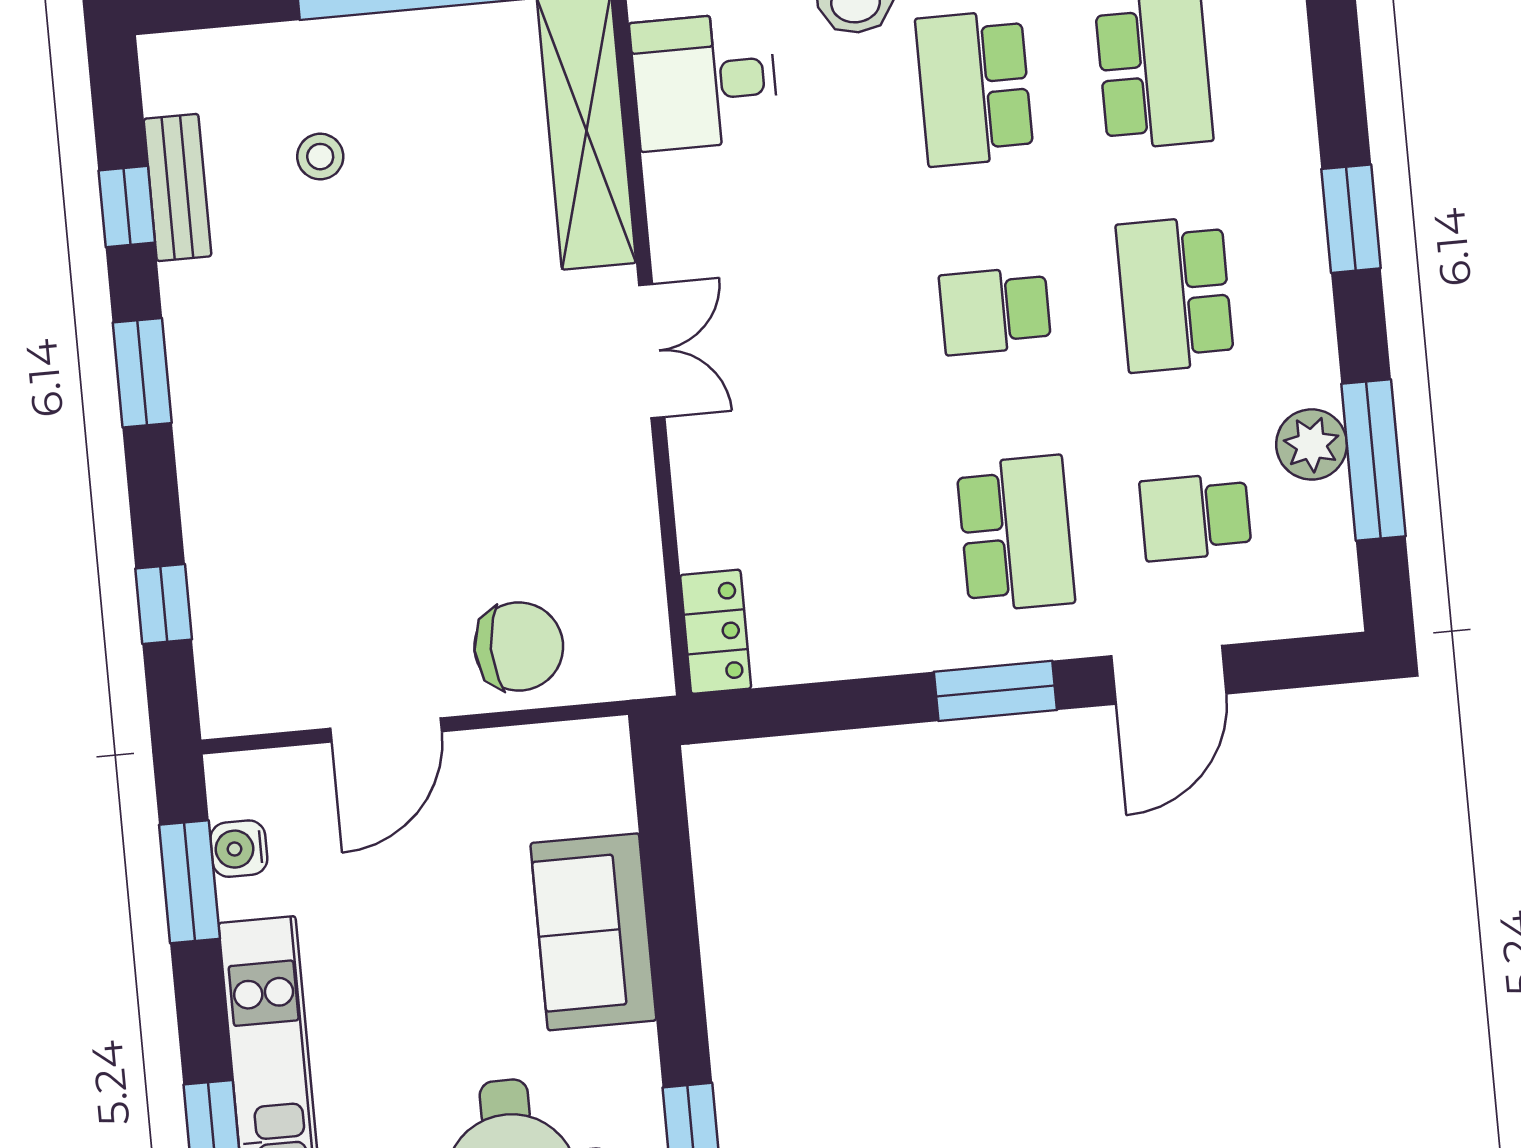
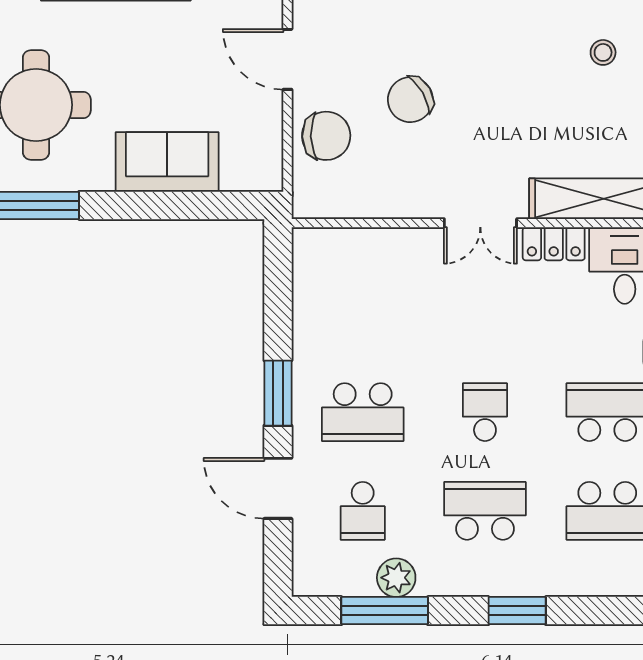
chair: (439, 500) -> (410, 100), added
school desk: (1195, 517) -> (363, 511), turned 180
locker: (716, 632) -> (554, 244), moved
chair: (519, 647) -> (326, 136), turned -92

